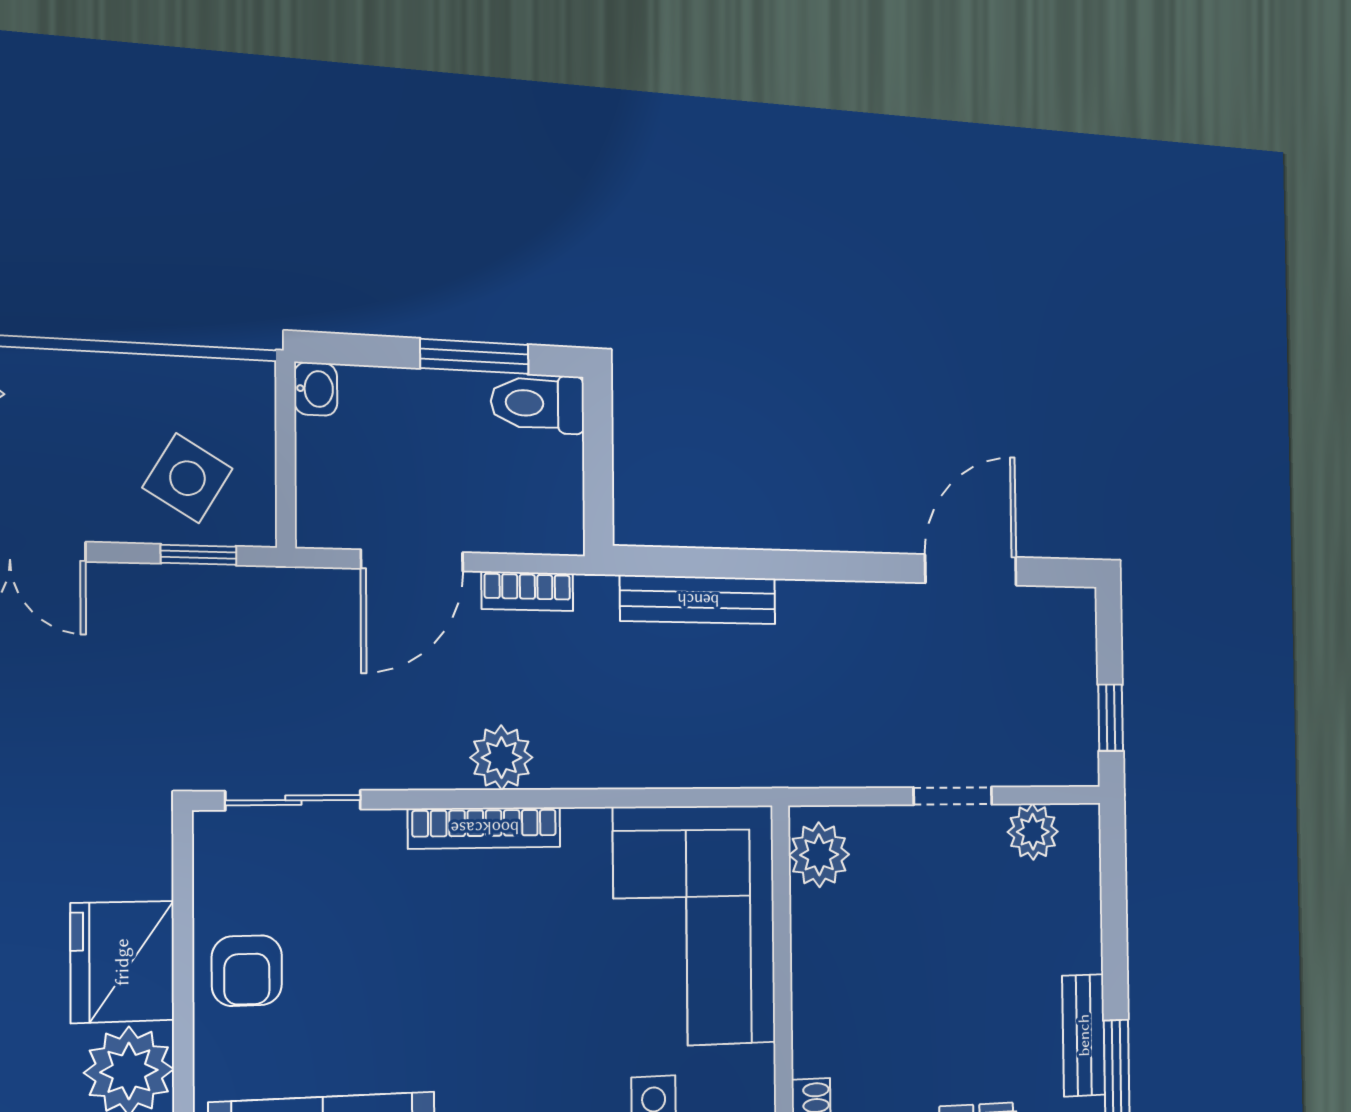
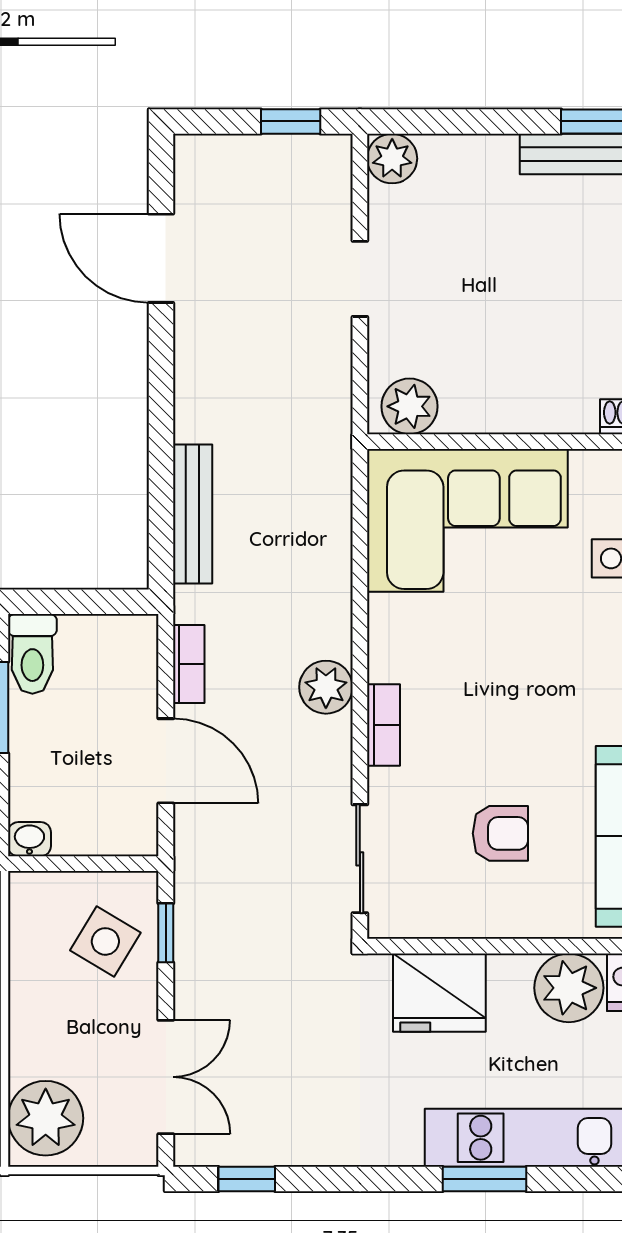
bookcase: (485, 828) -> (383, 725), width x0.64
plant: (1033, 832) -> (392, 159), moved
fridge: (122, 962) -> (439, 993), moved
armchair: (247, 971) -> (500, 833), moved

